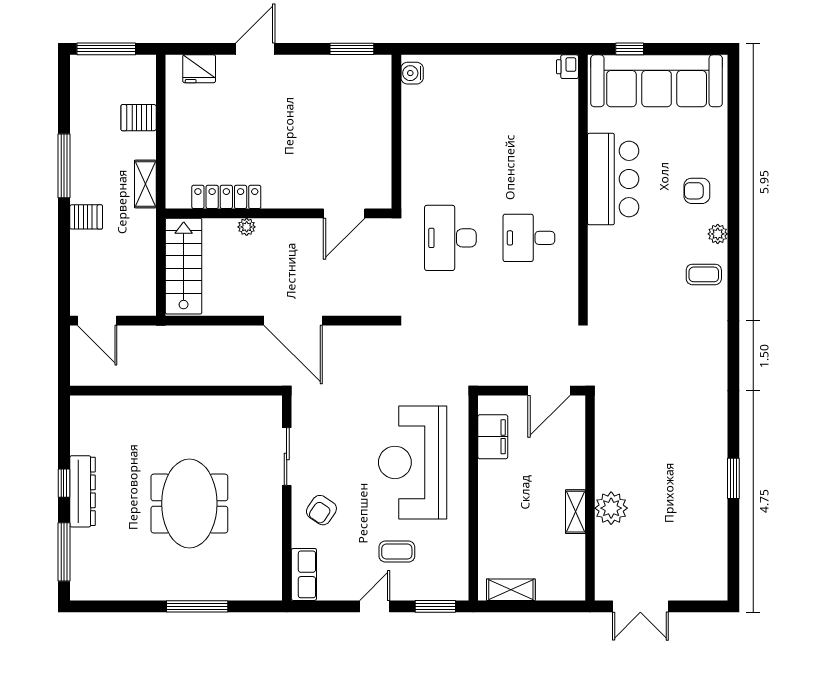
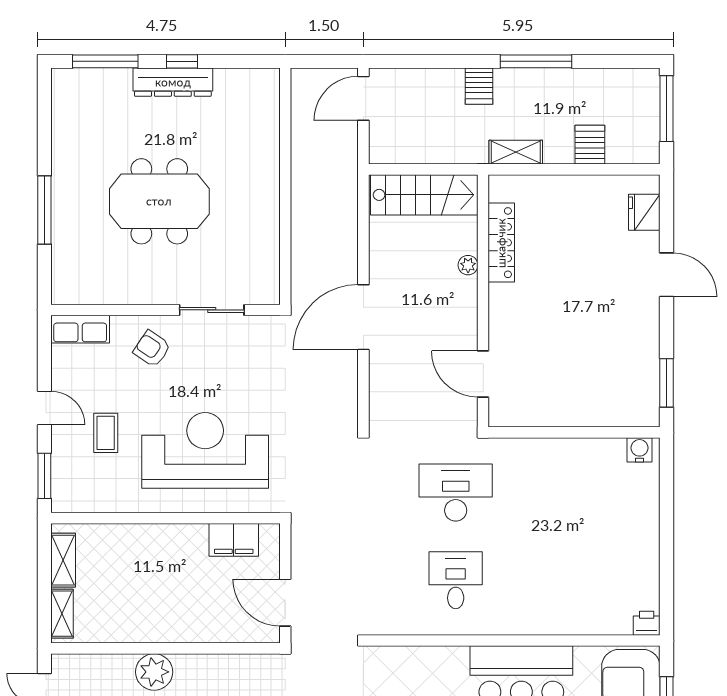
shelving: (575, 512) -> (62, 614), moved, turned 90

